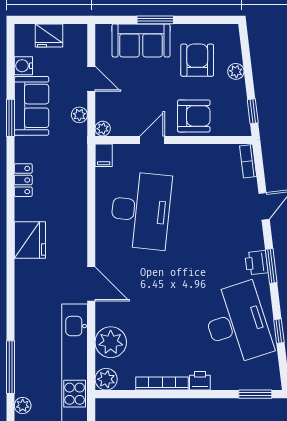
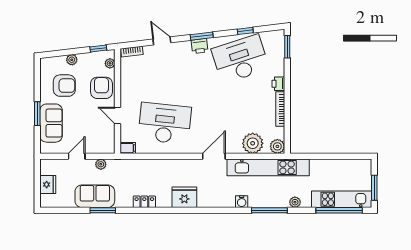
armchair: (197, 60) -> (64, 86), turned 180
water cooler: (23, 66) -> (242, 202), moved
plant: (103, 129) -> (110, 63), moved

